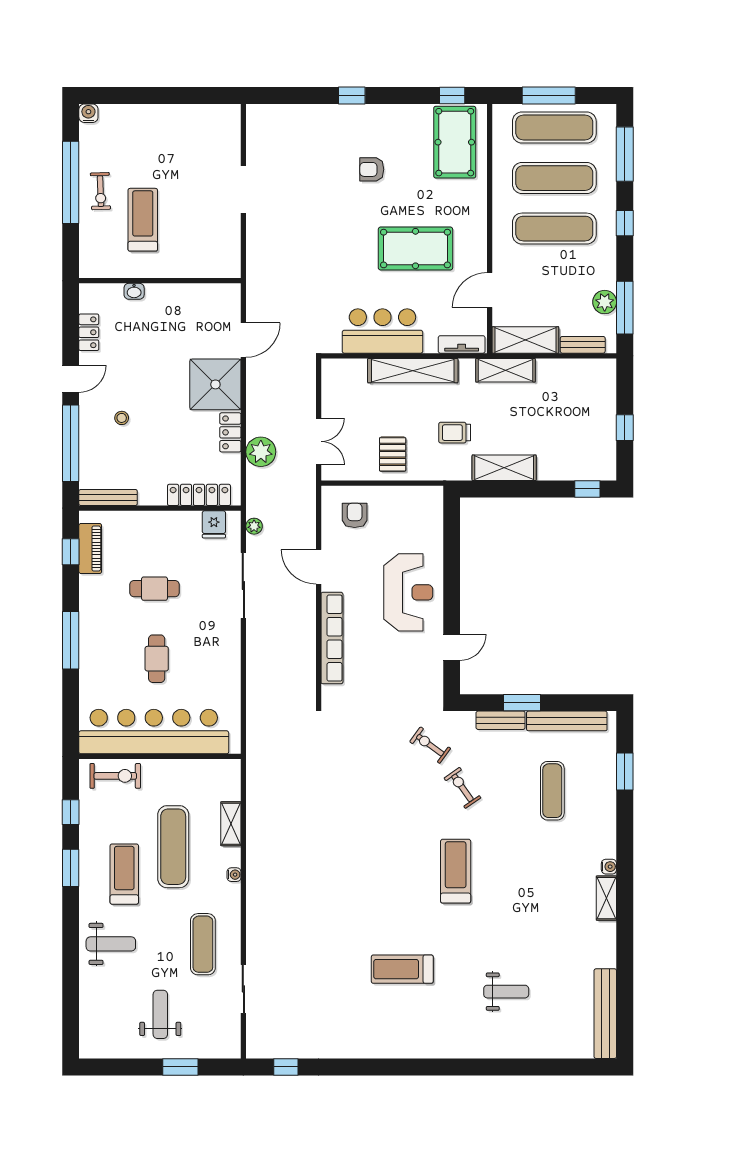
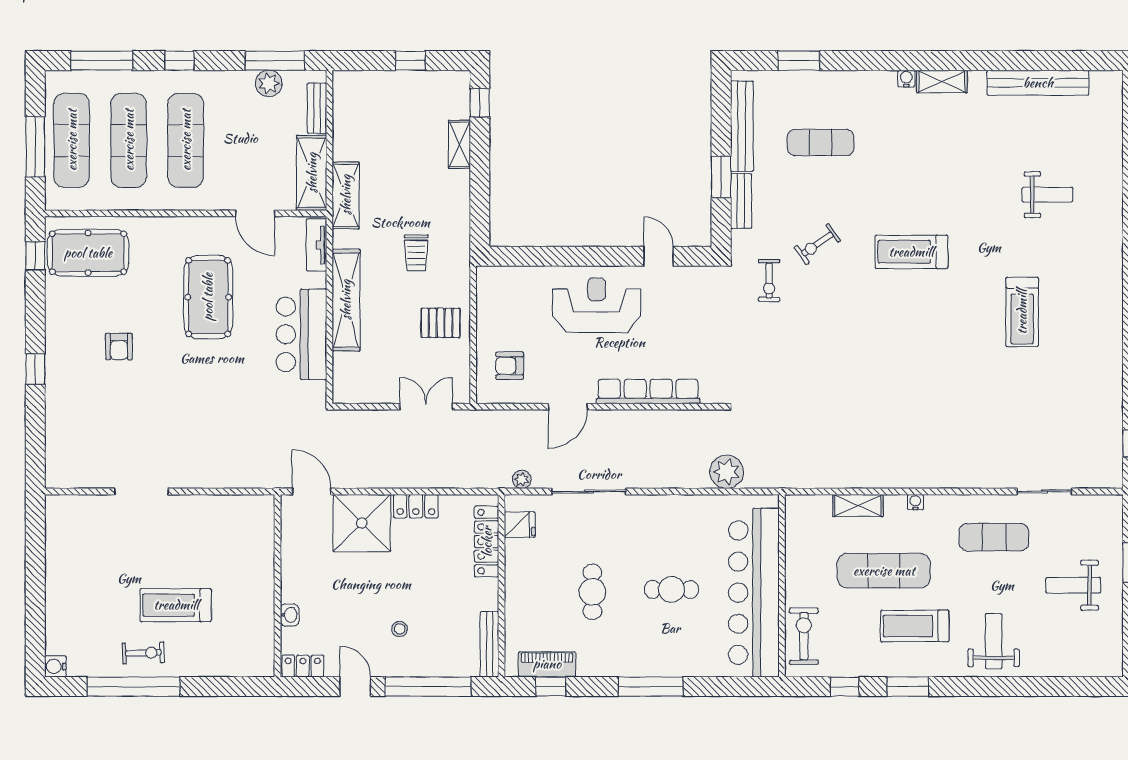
wall: (160, 281) -> (278, 586), moved
washbasin: (134, 291) -> (290, 615), moved
plant: (261, 452) -> (727, 472), moved
shelving: (504, 468) -> (459, 144), moved, width x0.67, depth x0.75
exercise bike: (430, 745) -> (769, 280), turned -36
weight bench: (506, 992) -> (1047, 195), turned 90
bench: (605, 1014) -> (1038, 83), moved

